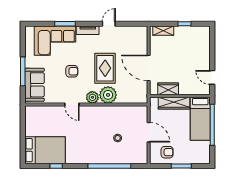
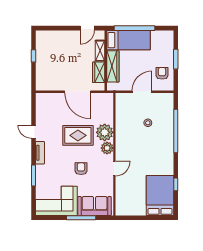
shelving: (163, 31) -> (100, 51), moved
corner sofa: (55, 41) -> (56, 201), moved, turned -90
door: (149, 68) -> (78, 92), hinge flipped

